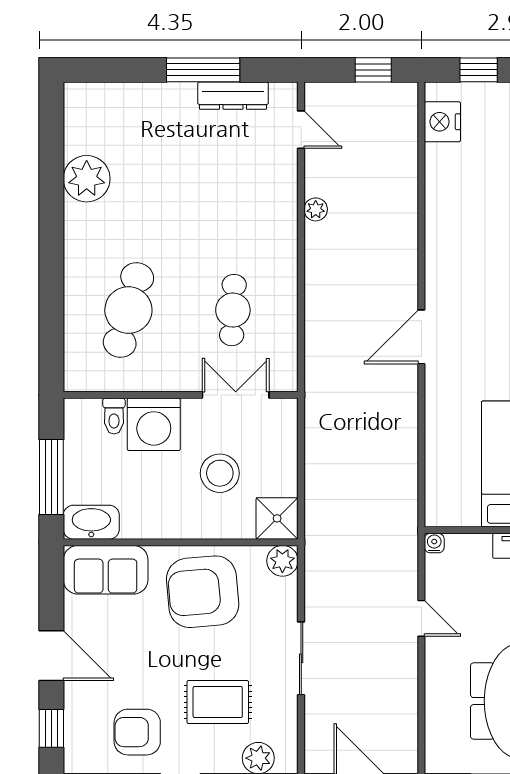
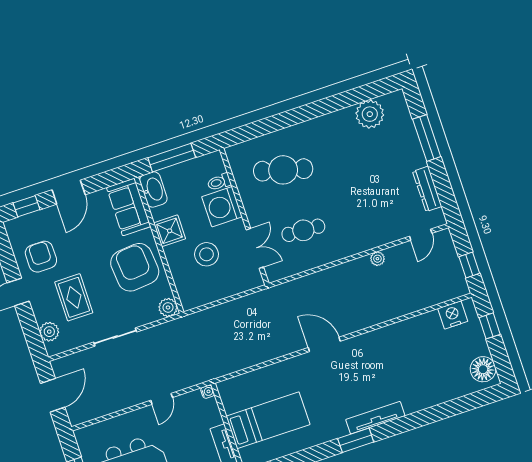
window: (203, 70) -> (427, 138), moved
plant: (87, 179) -> (370, 114), moved
shower: (277, 518) -> (170, 231), moved

